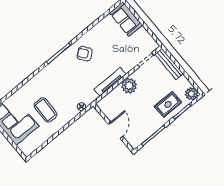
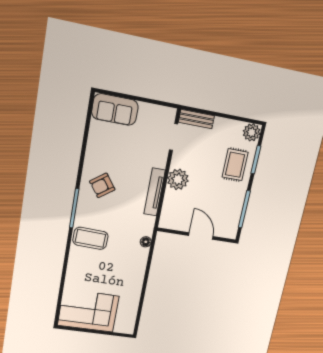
bench: (169, 64) -> (196, 119), width x0.73
coffee table: (46, 110) -> (90, 238), moved

